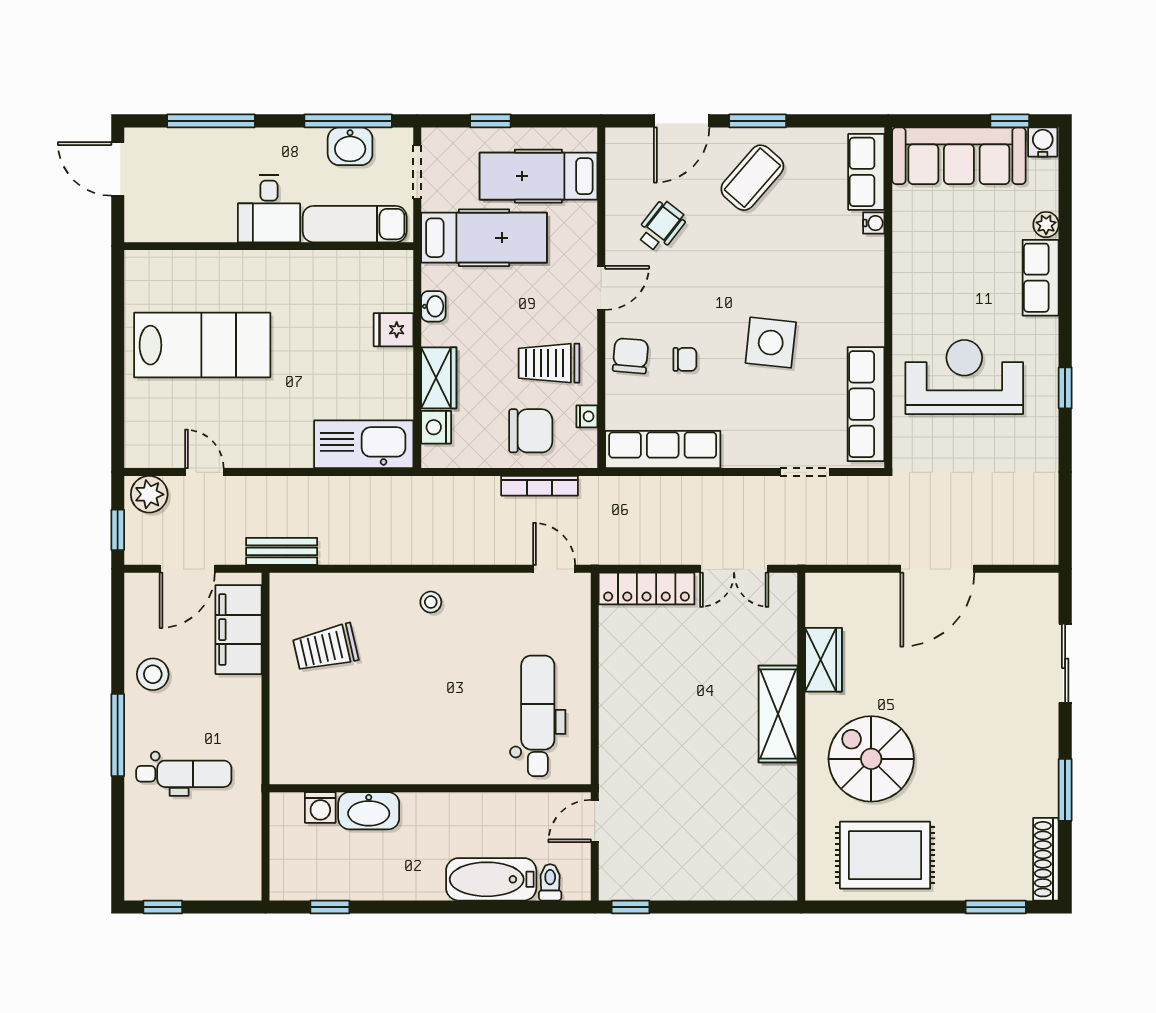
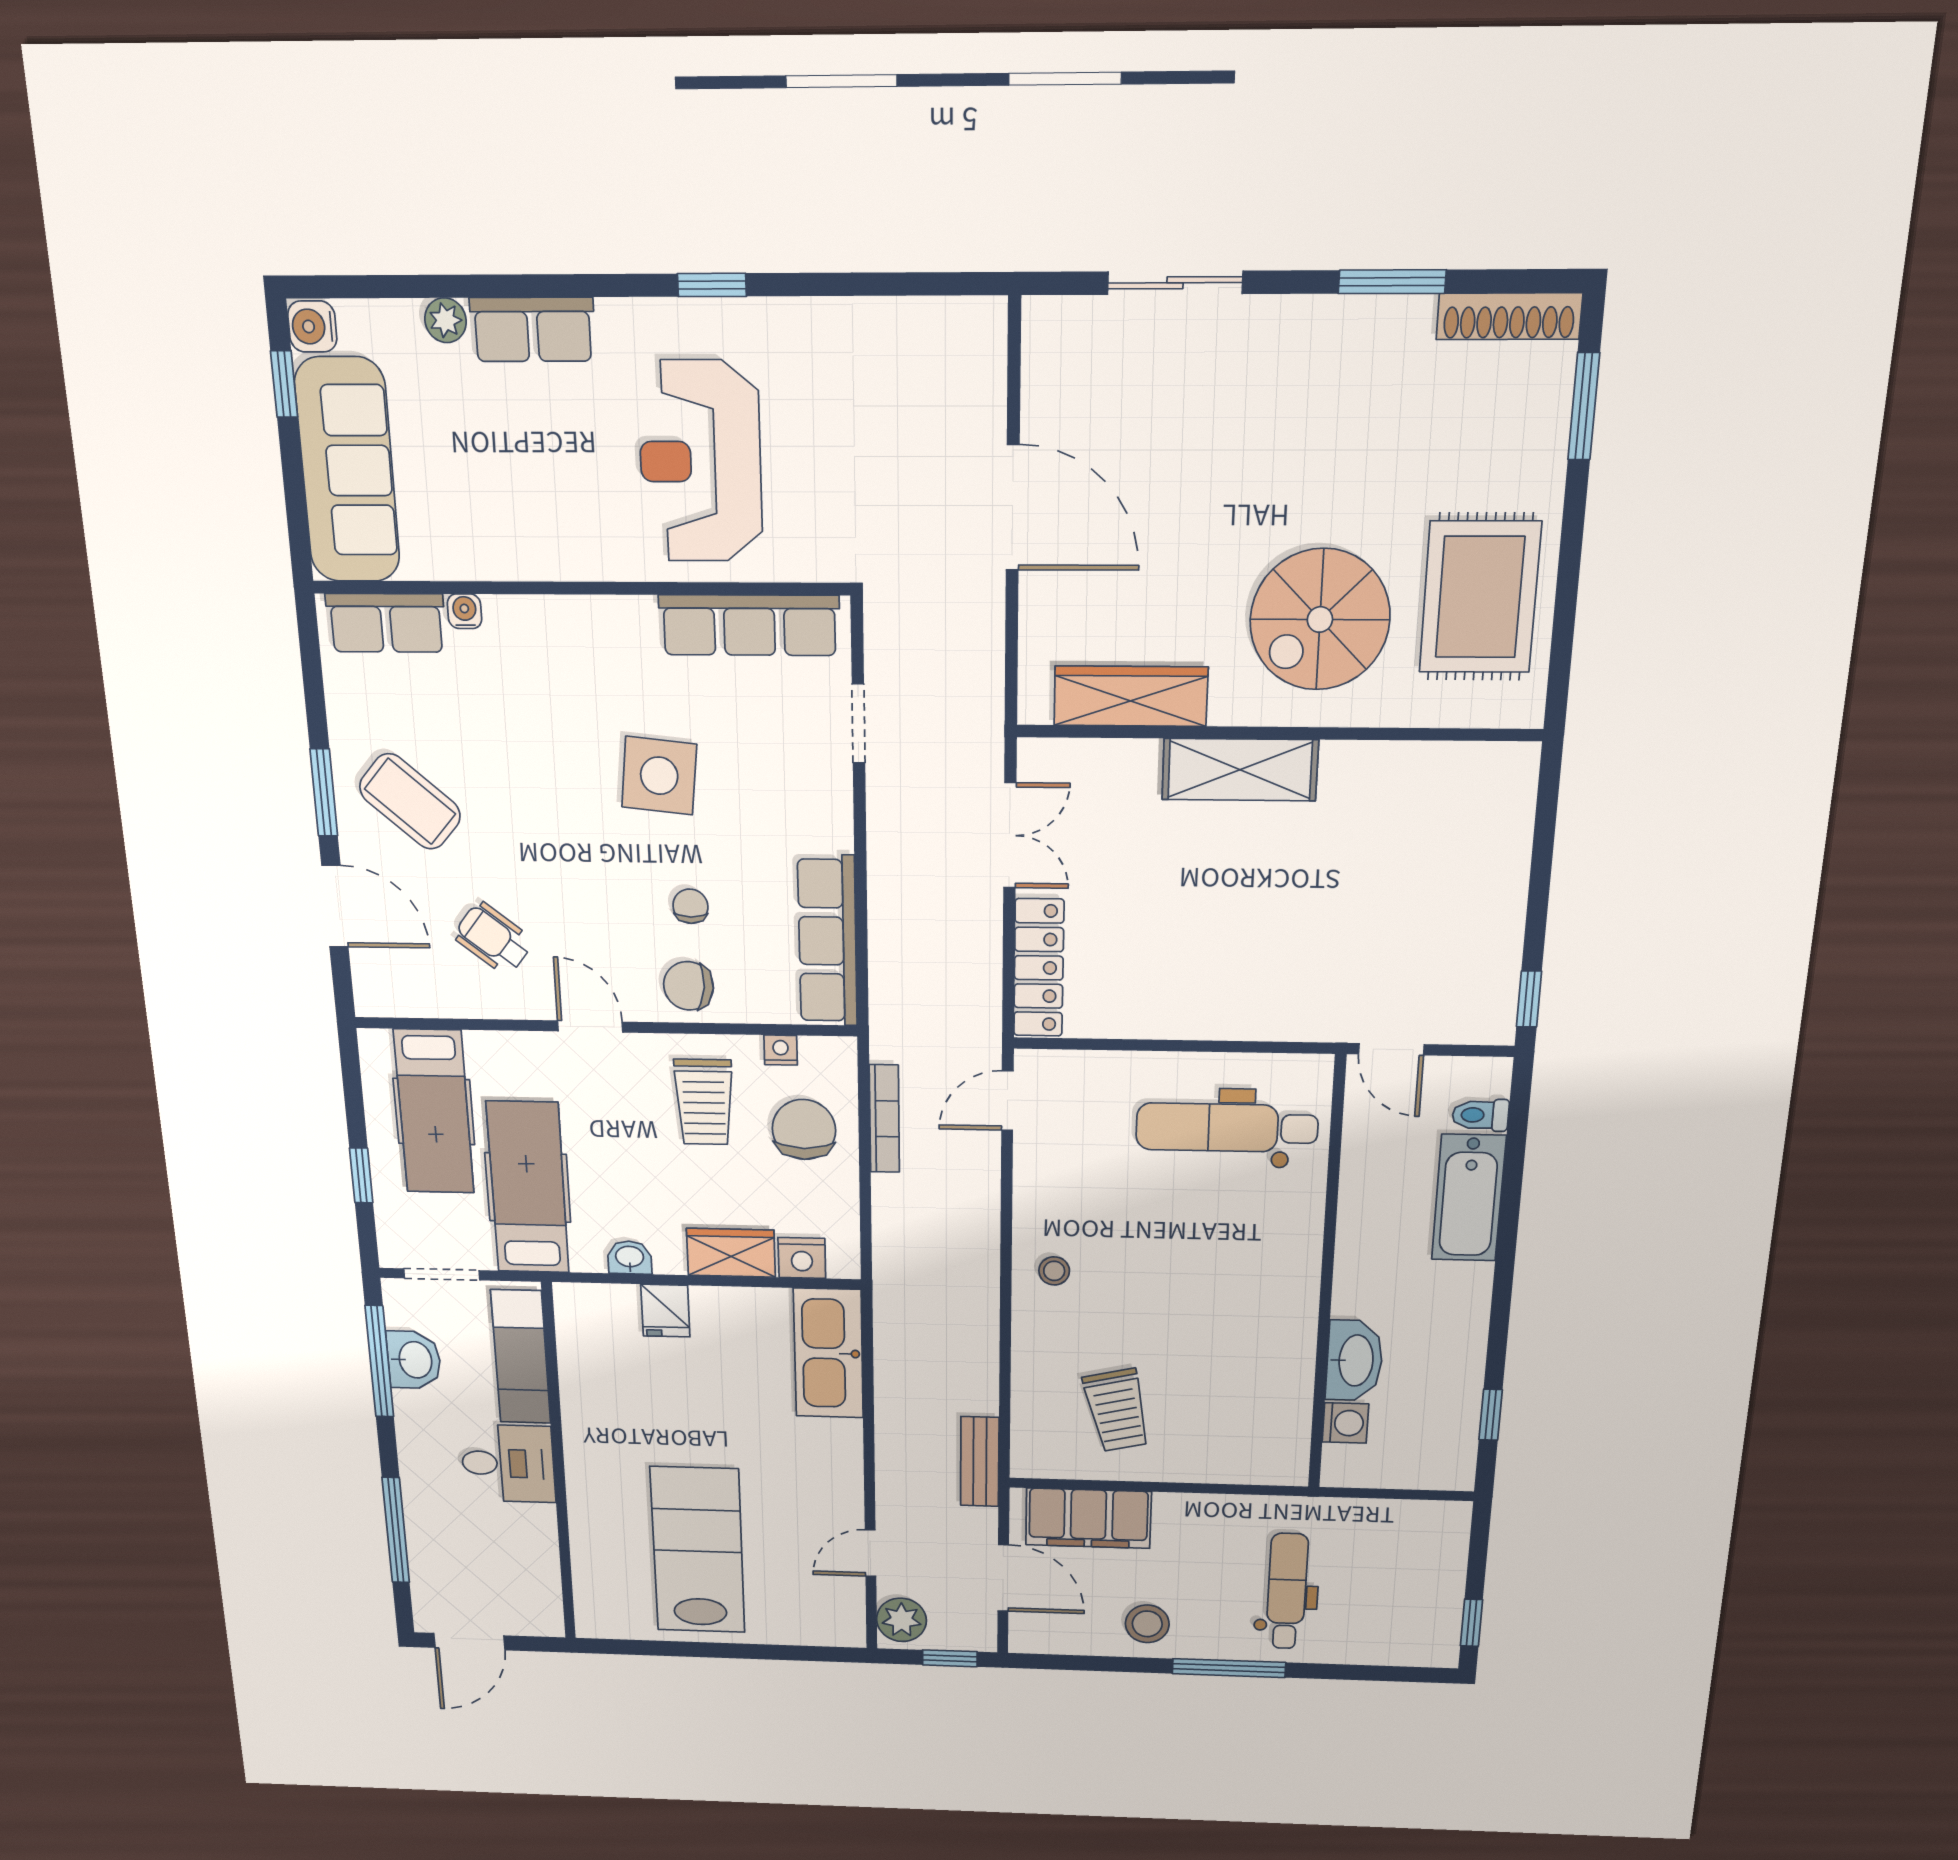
wardrobe: (824, 660) -> (1131, 696), width x1.50

